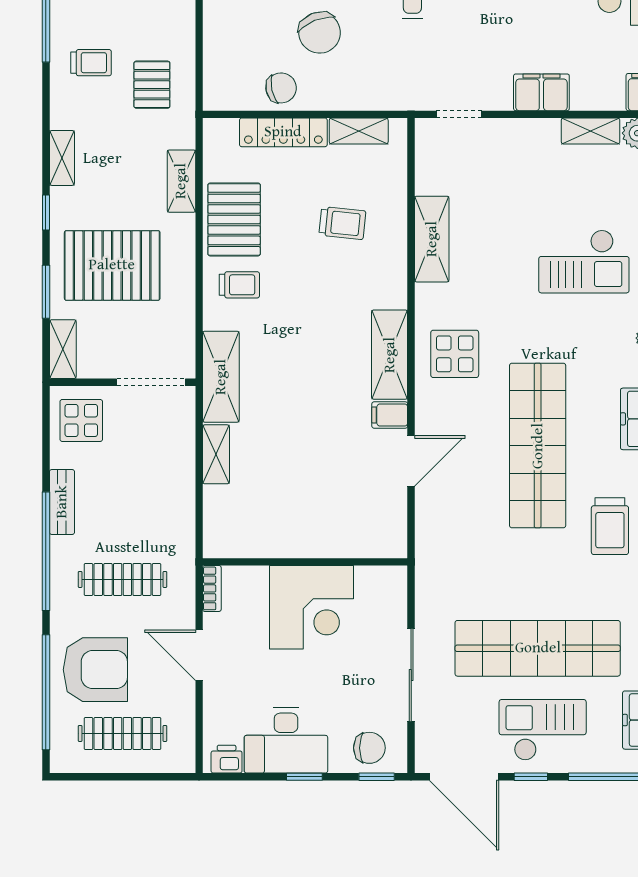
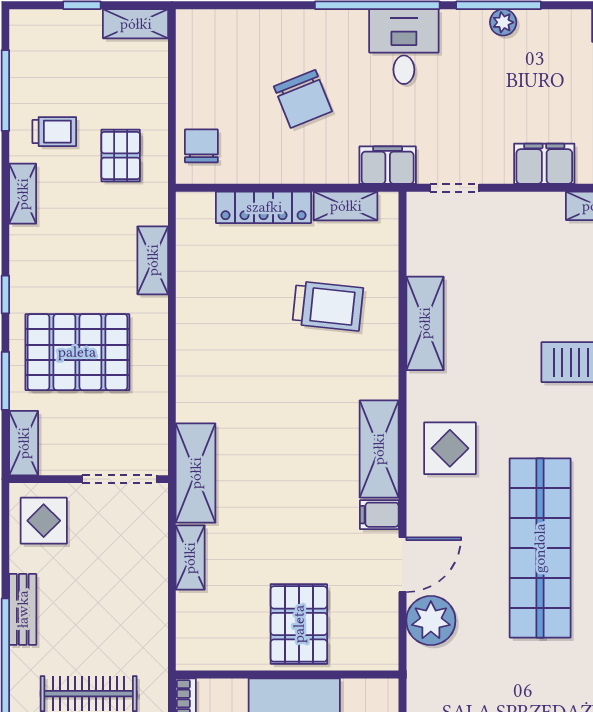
chair: (281, 88) -> (201, 146), moved, turned -78
filing cabinet: (397, 94) -> (388, 165), added
shelving: (62, 158) -> (23, 194), moved
pallet: (234, 219) -> (299, 624), moved
trolley: (342, 223) -> (328, 306), width x1.36, depth x1.39
trolley: (239, 285) -> (216, 373), removed
plant: (437, 512) -> (431, 621), added

